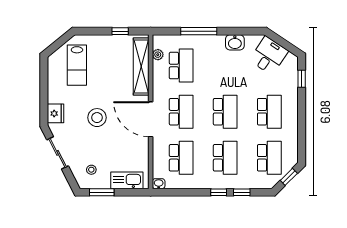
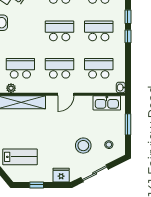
window: (44, 85) -> (37, 185), added
stool: (97, 118) -> (83, 146), moved
door: (151, 119) -> (66, 94), width x0.53
kitchen sink: (127, 180) -> (107, 103), moved, turned -90
window: (102, 192) -> (128, 124), moved

